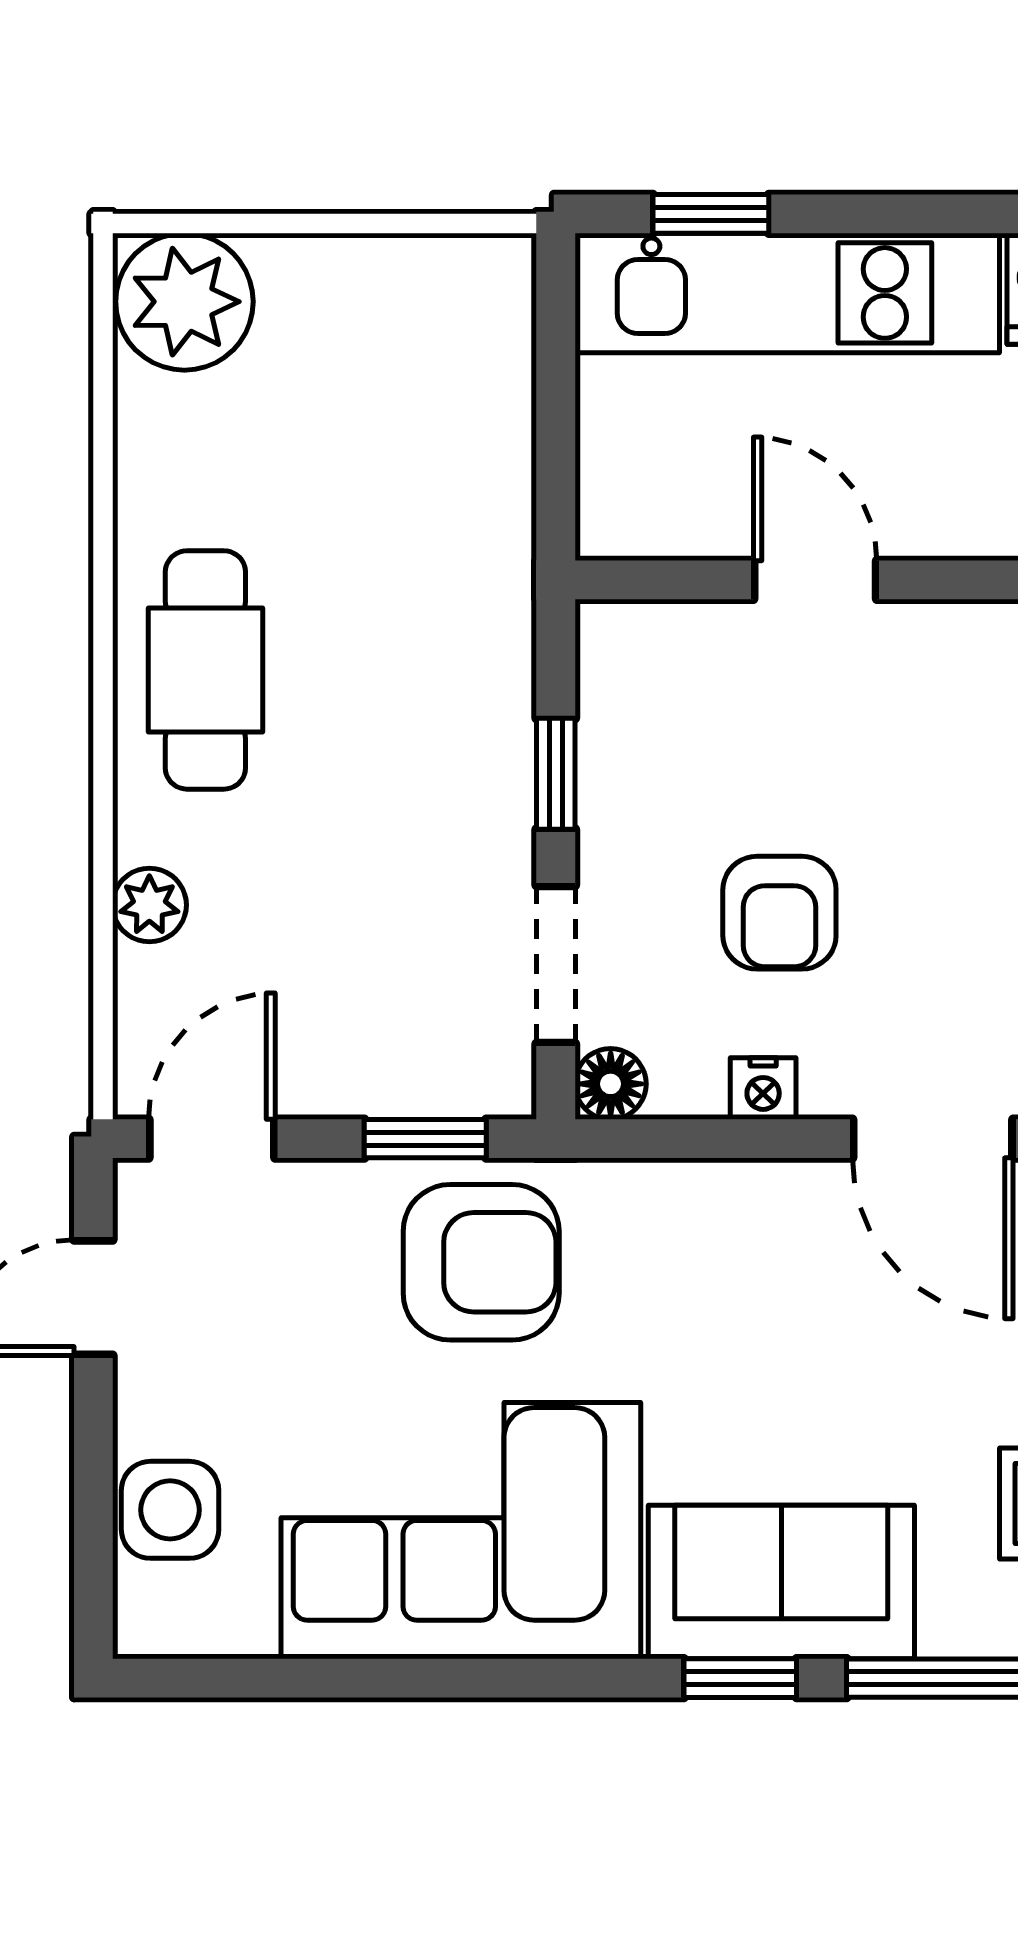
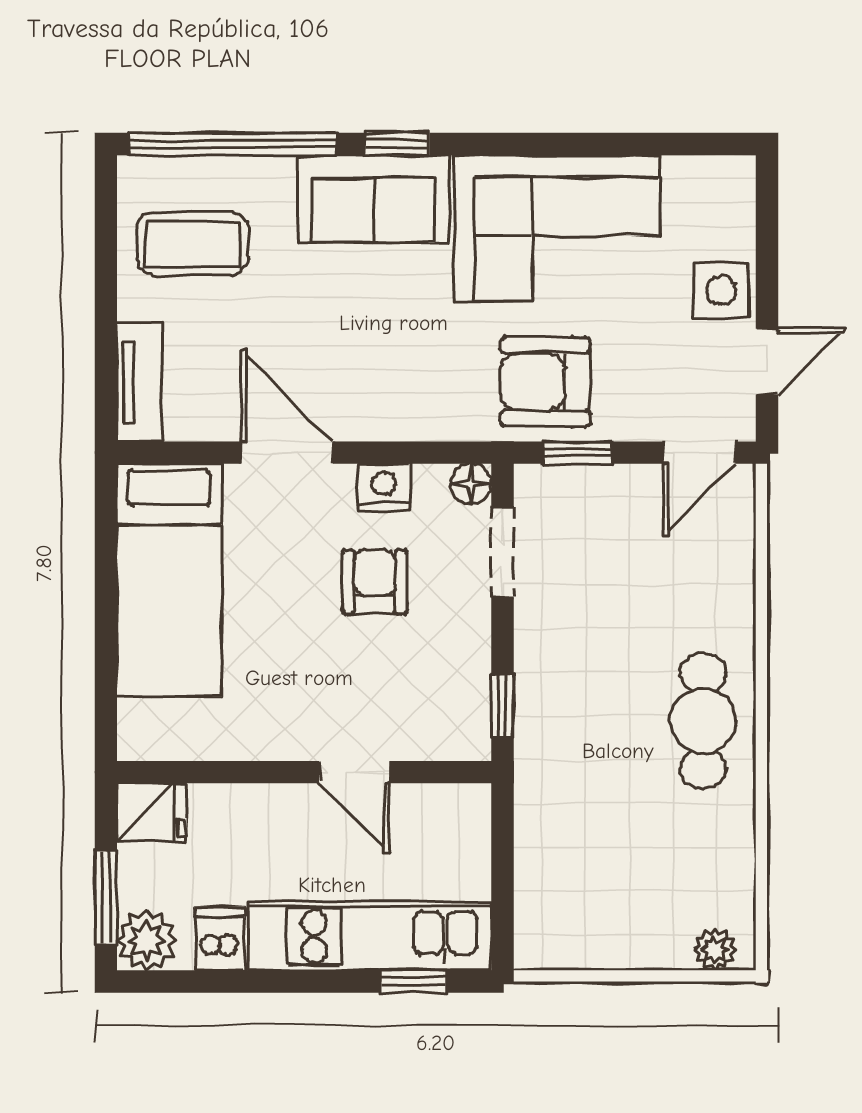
plant: (184, 302) -> (715, 950), width x0.53, depth x0.53
window: (556, 774) -> (503, 706), moved
plant: (149, 905) -> (735, 586), removed
nightstand: (763, 1088) -> (384, 487), width x1.39, depth x1.35
side table: (170, 1510) -> (721, 290), moved

